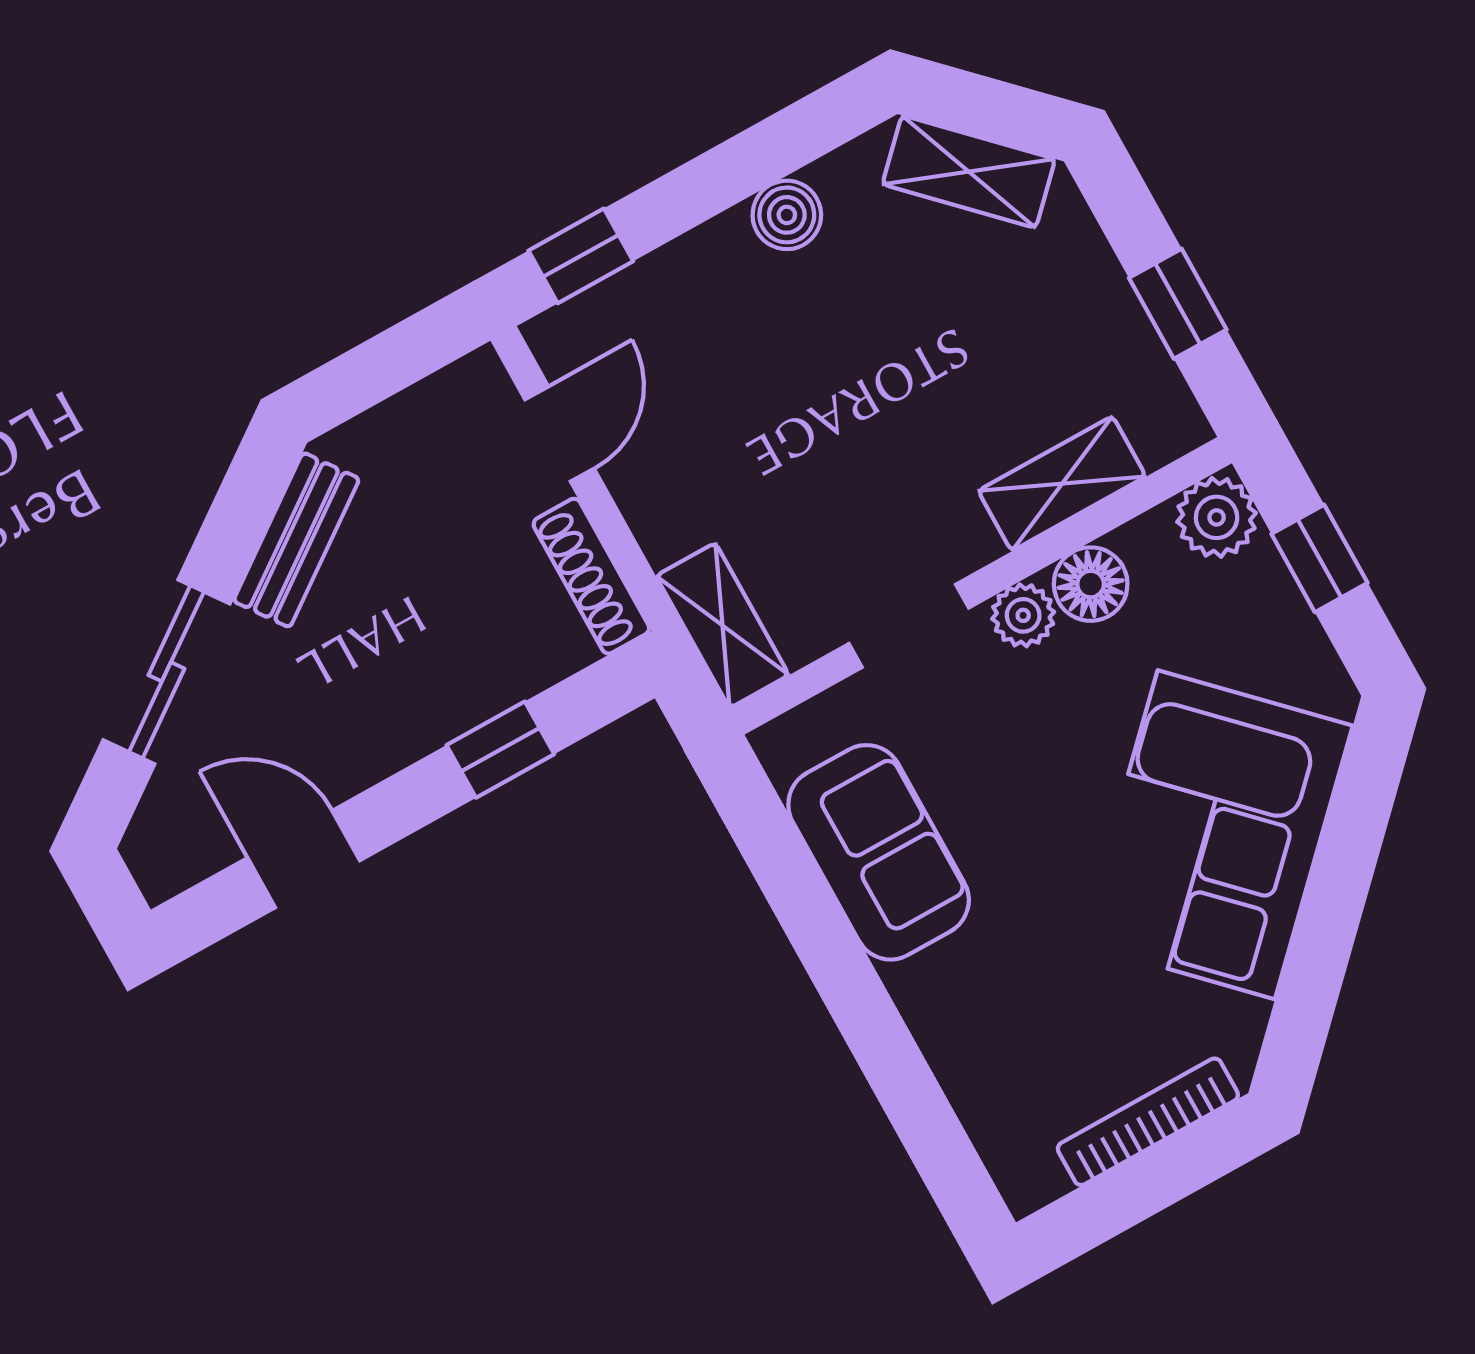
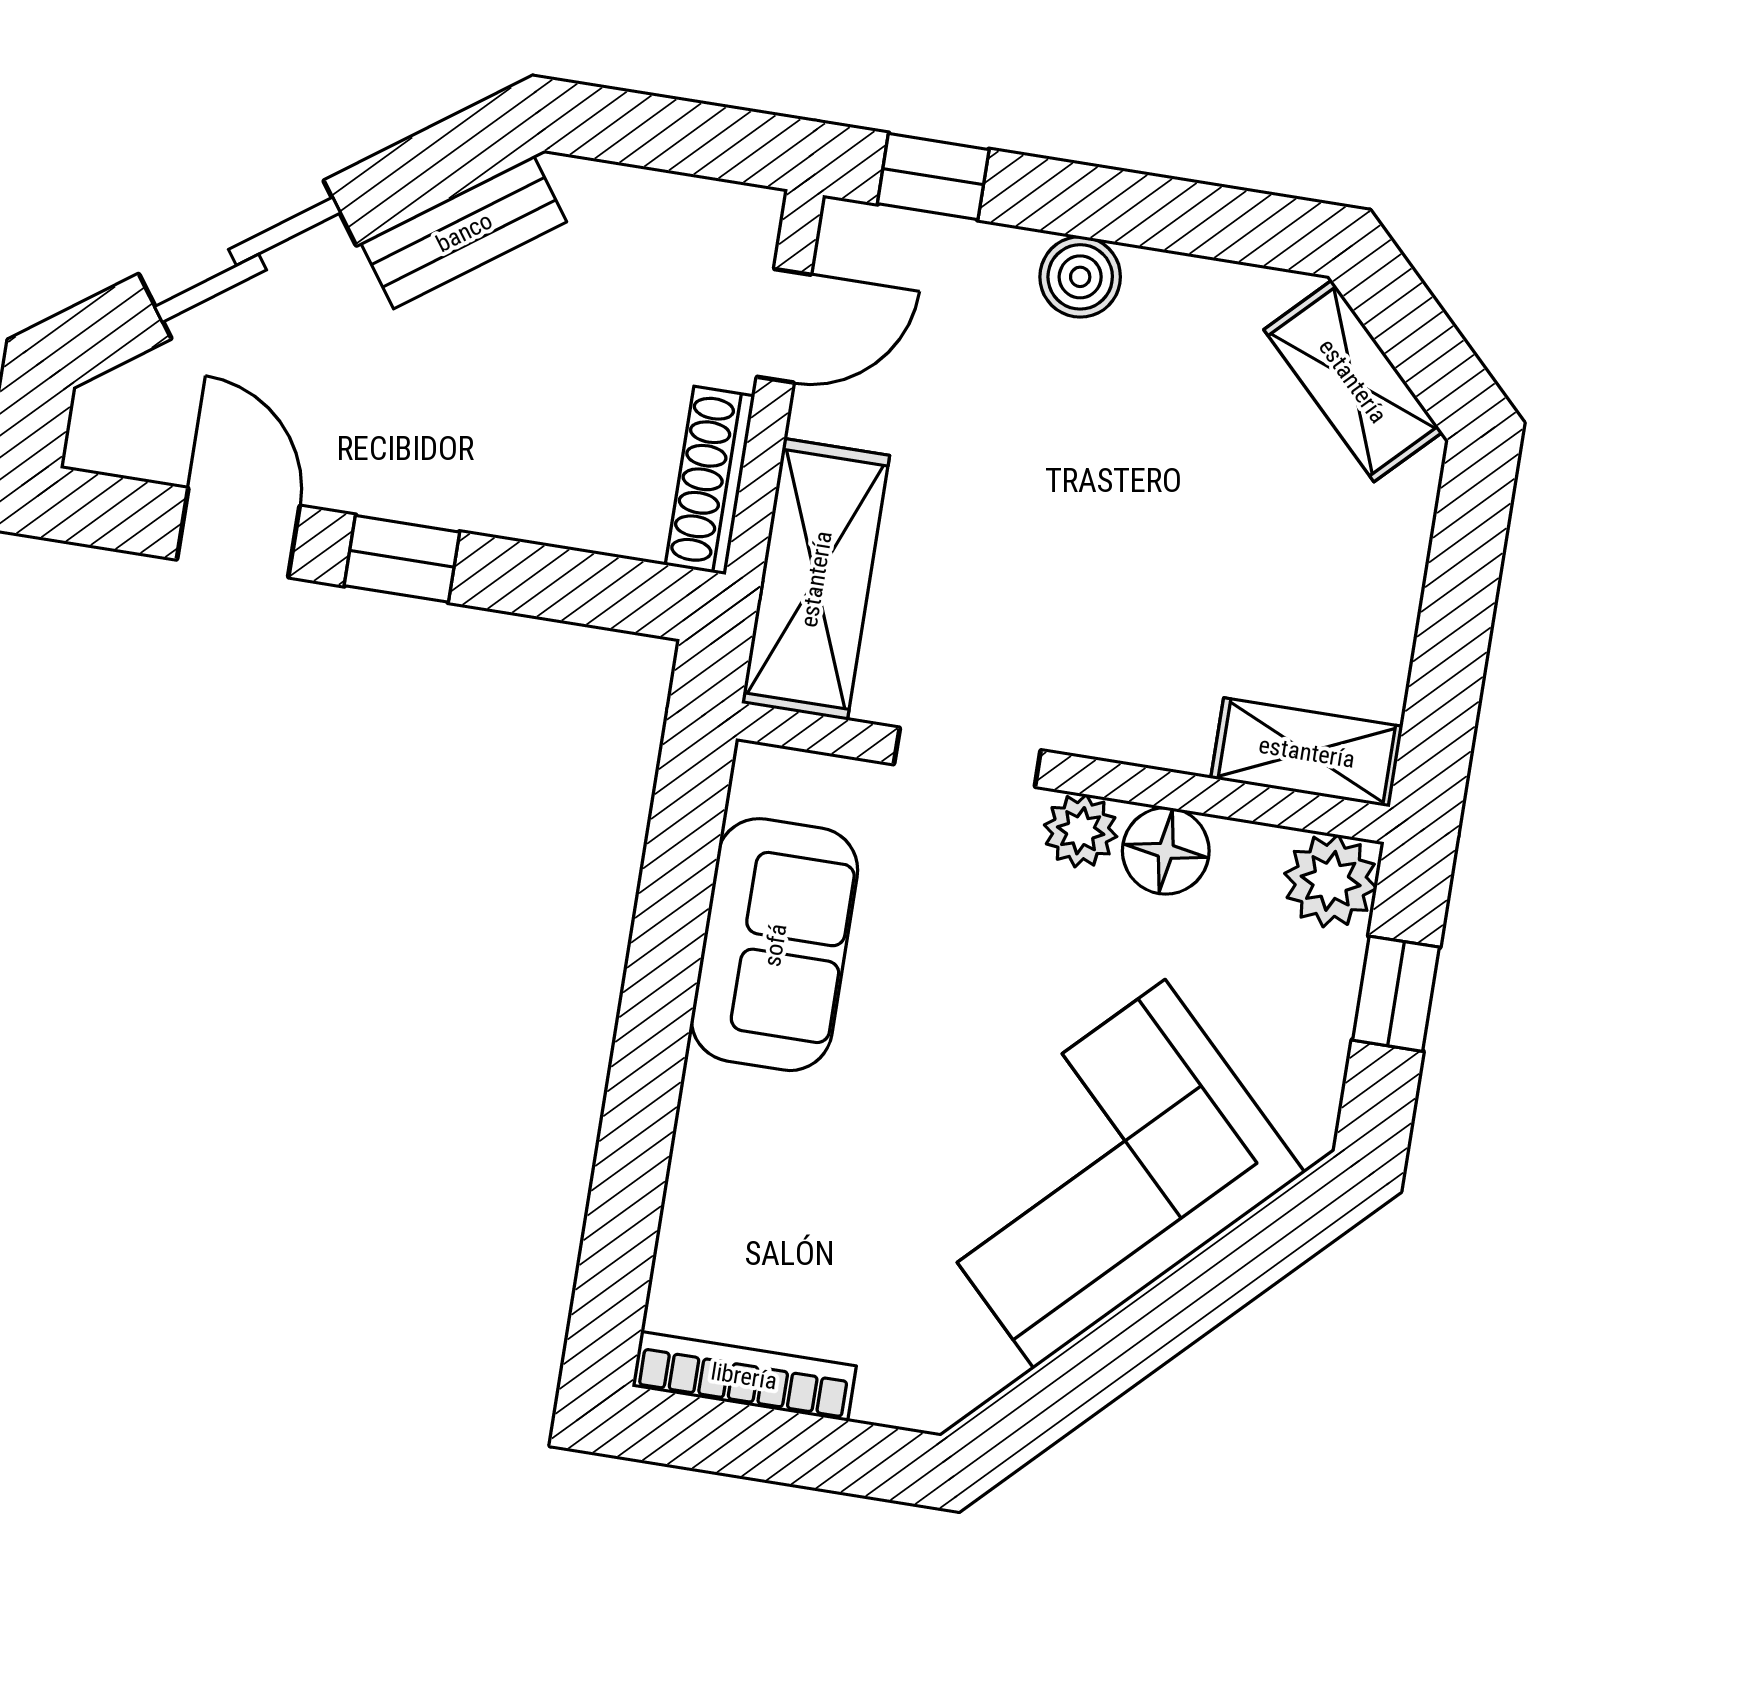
boiler: (787, 215) -> (1080, 277), moved
window: (1178, 304) -> (1450, 655), removed
shelving: (1062, 484) -> (1307, 752), moved
shelving: (722, 625) -> (816, 579), width x1.50, depth x1.33
window: (500, 750) -> (402, 559), moved
bookcase: (1148, 1122) -> (744, 1376), moved

